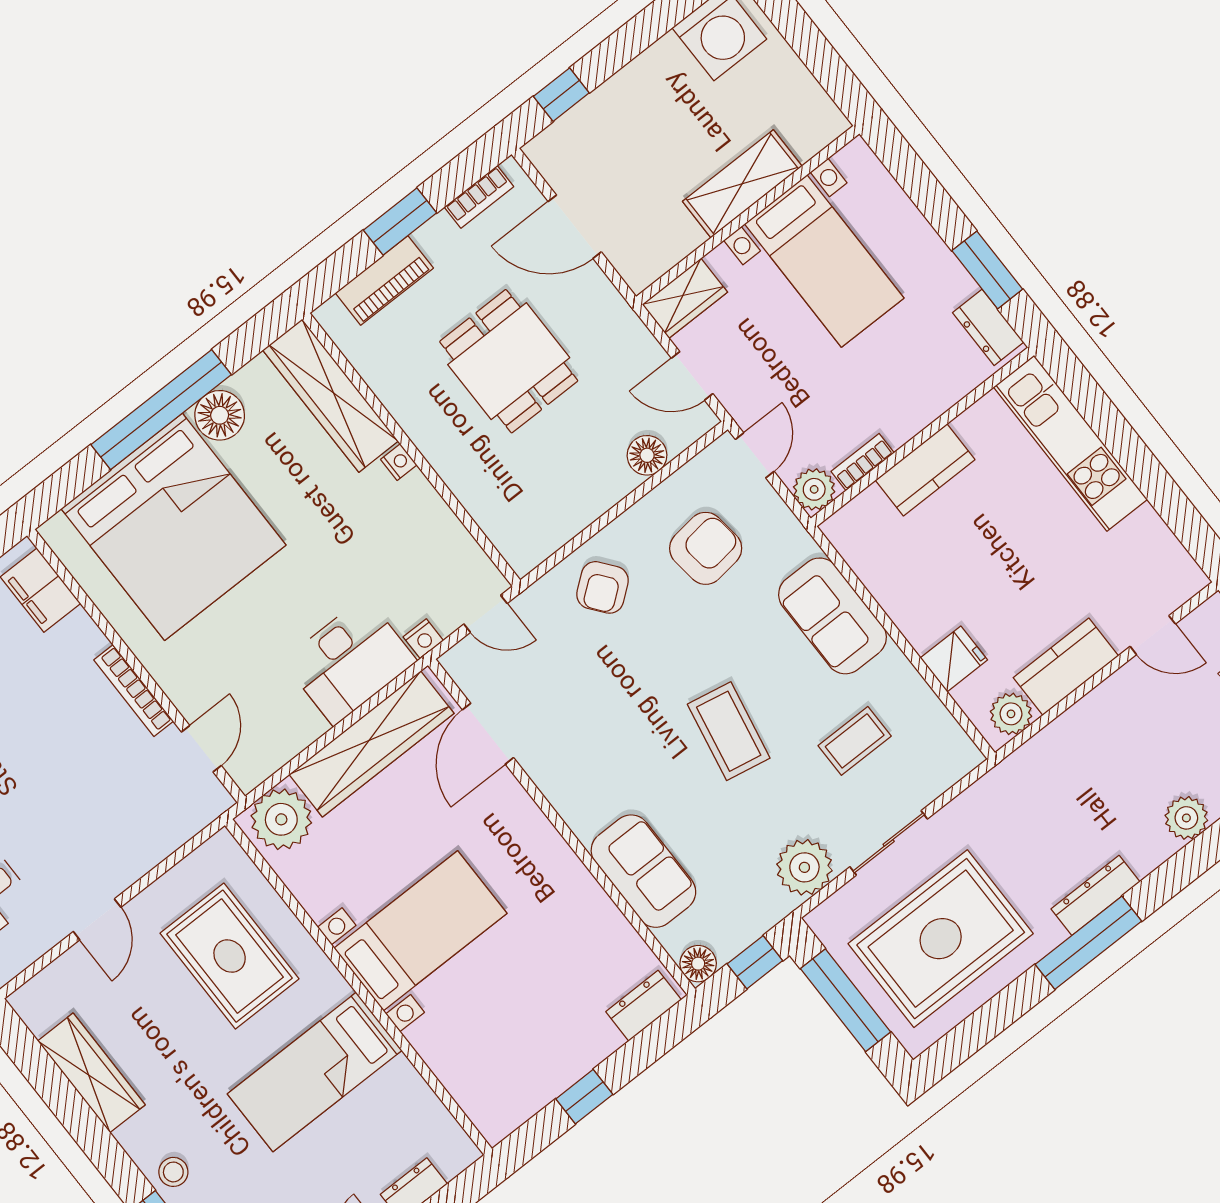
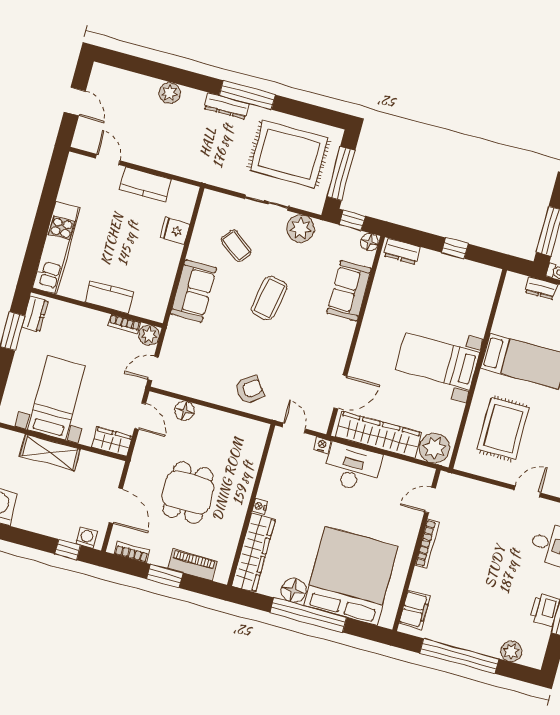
washing machine: (558, 140) -> (87, 538), added
armchair: (706, 548) -> (204, 360), removed
plant: (1011, 714) -> (180, 192), removed
coffee table: (855, 741) -> (236, 246), turned 37

